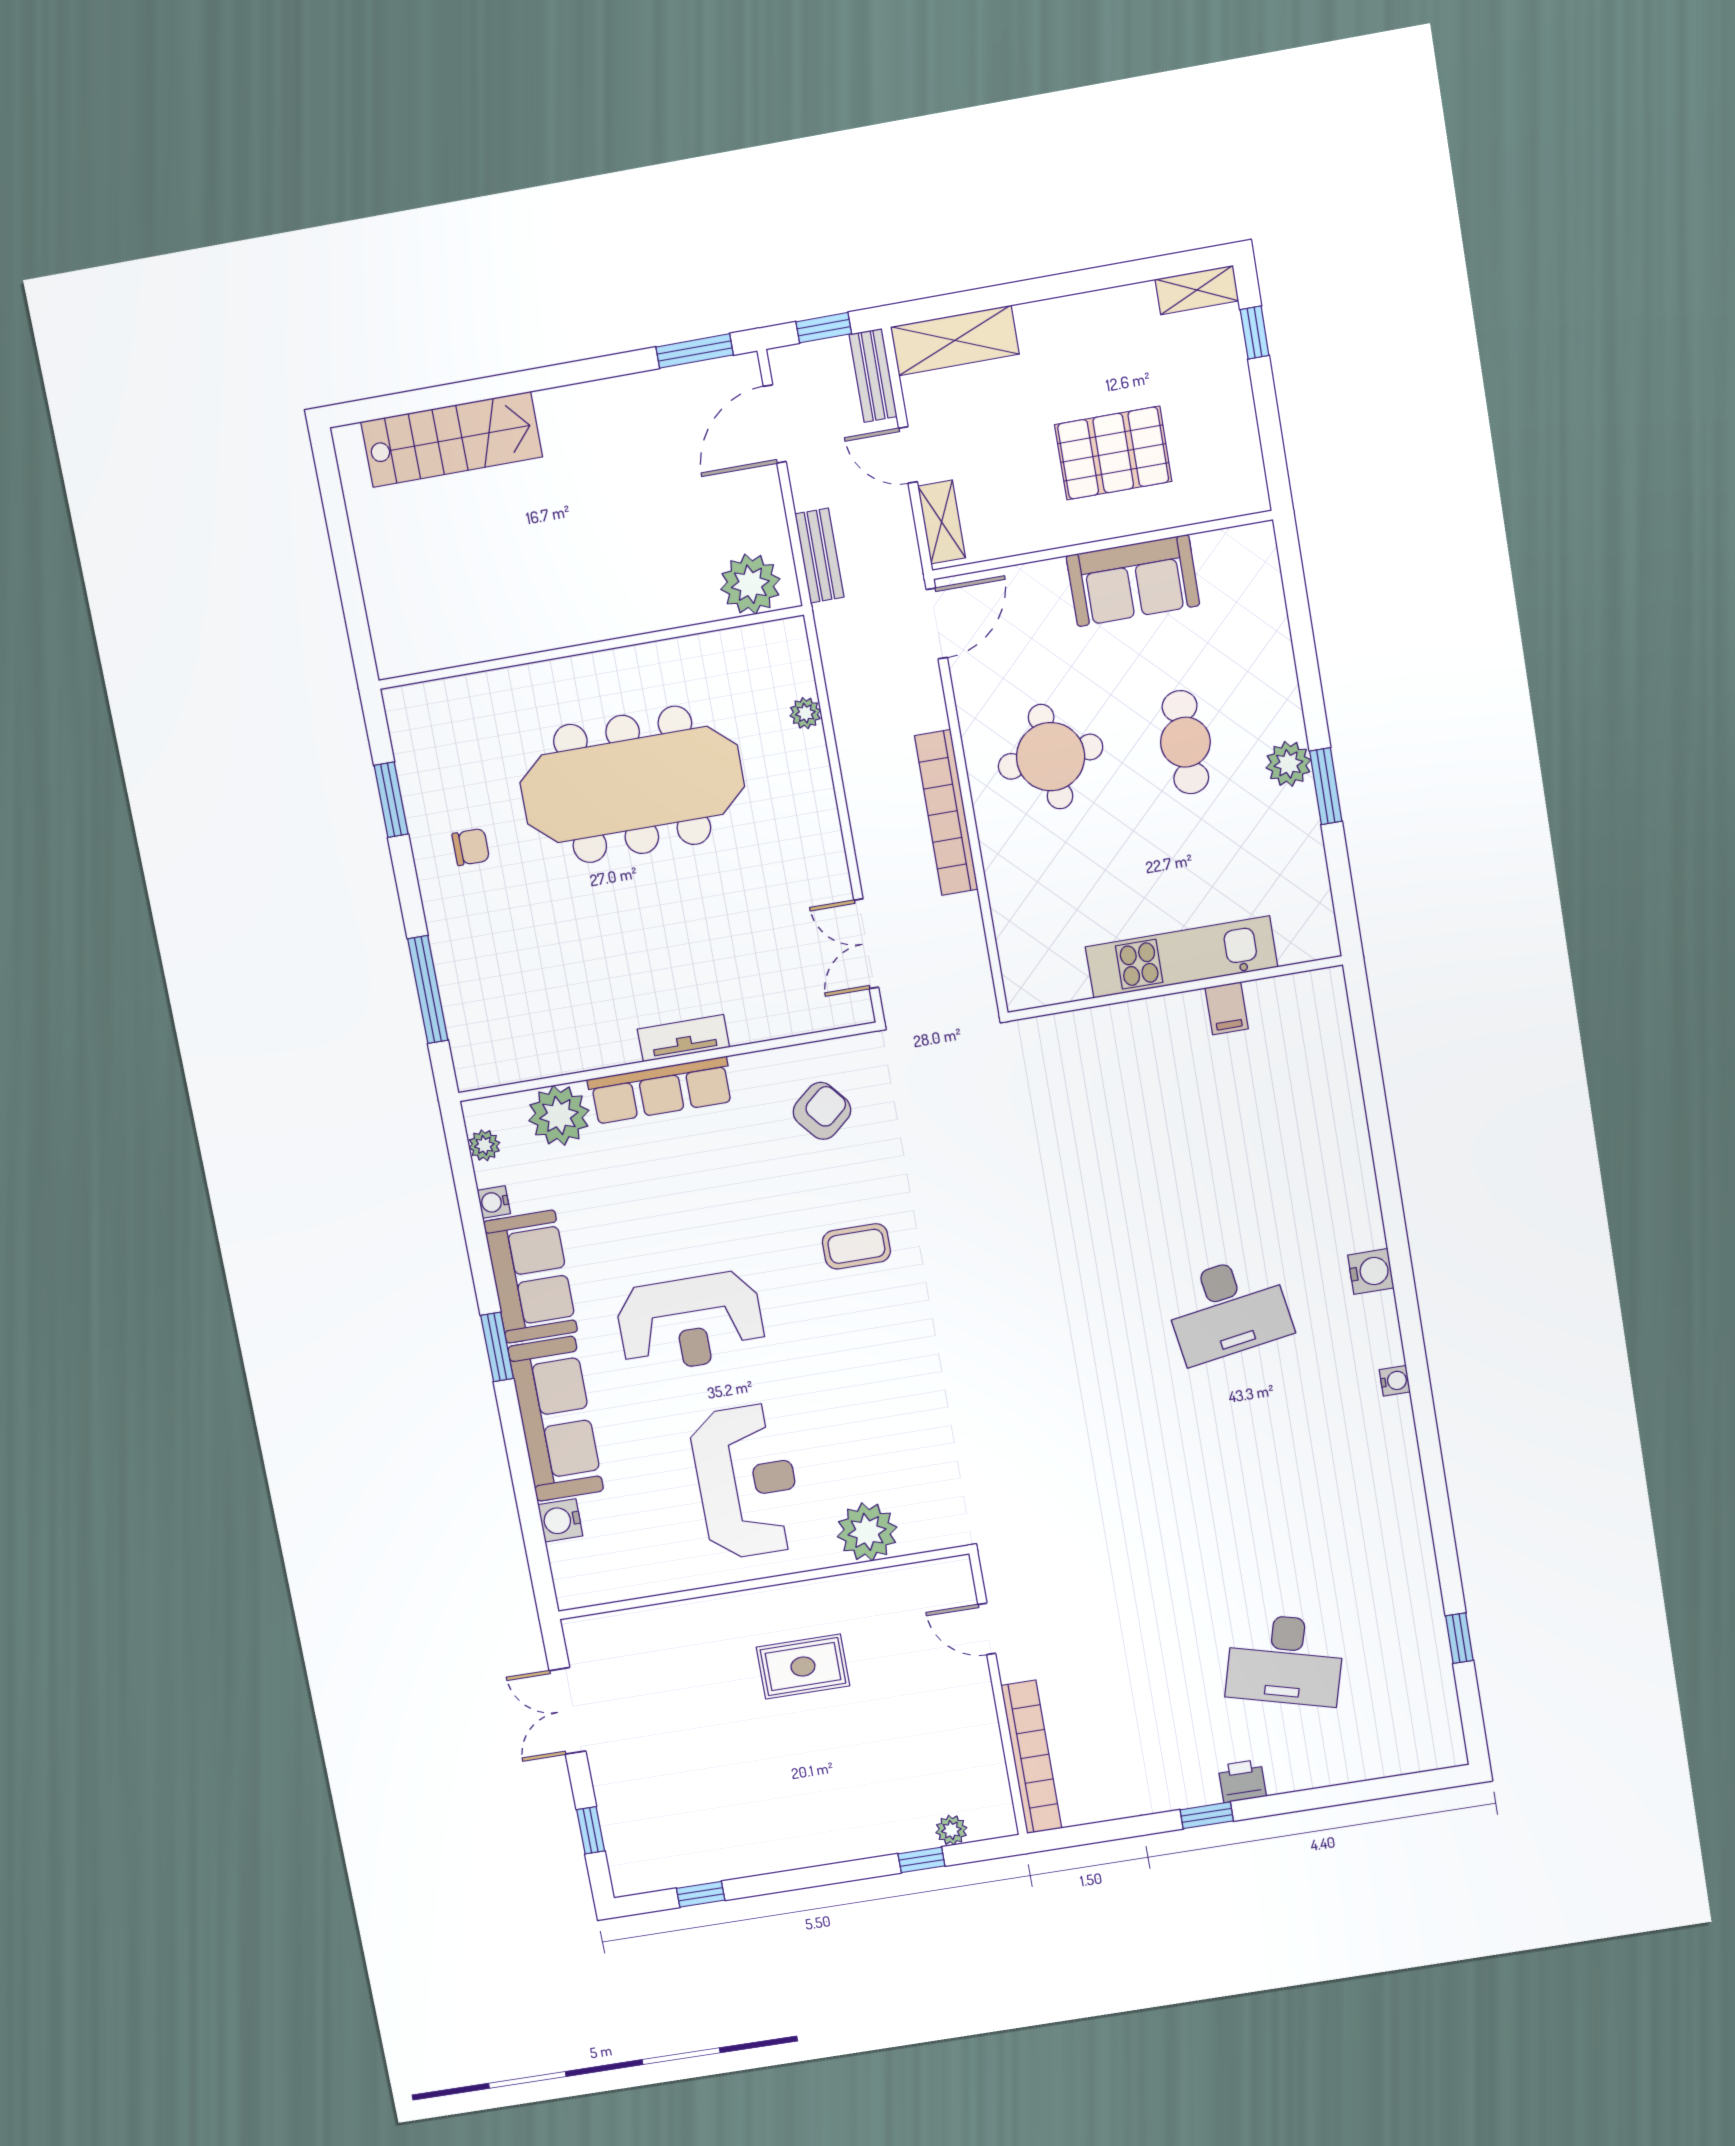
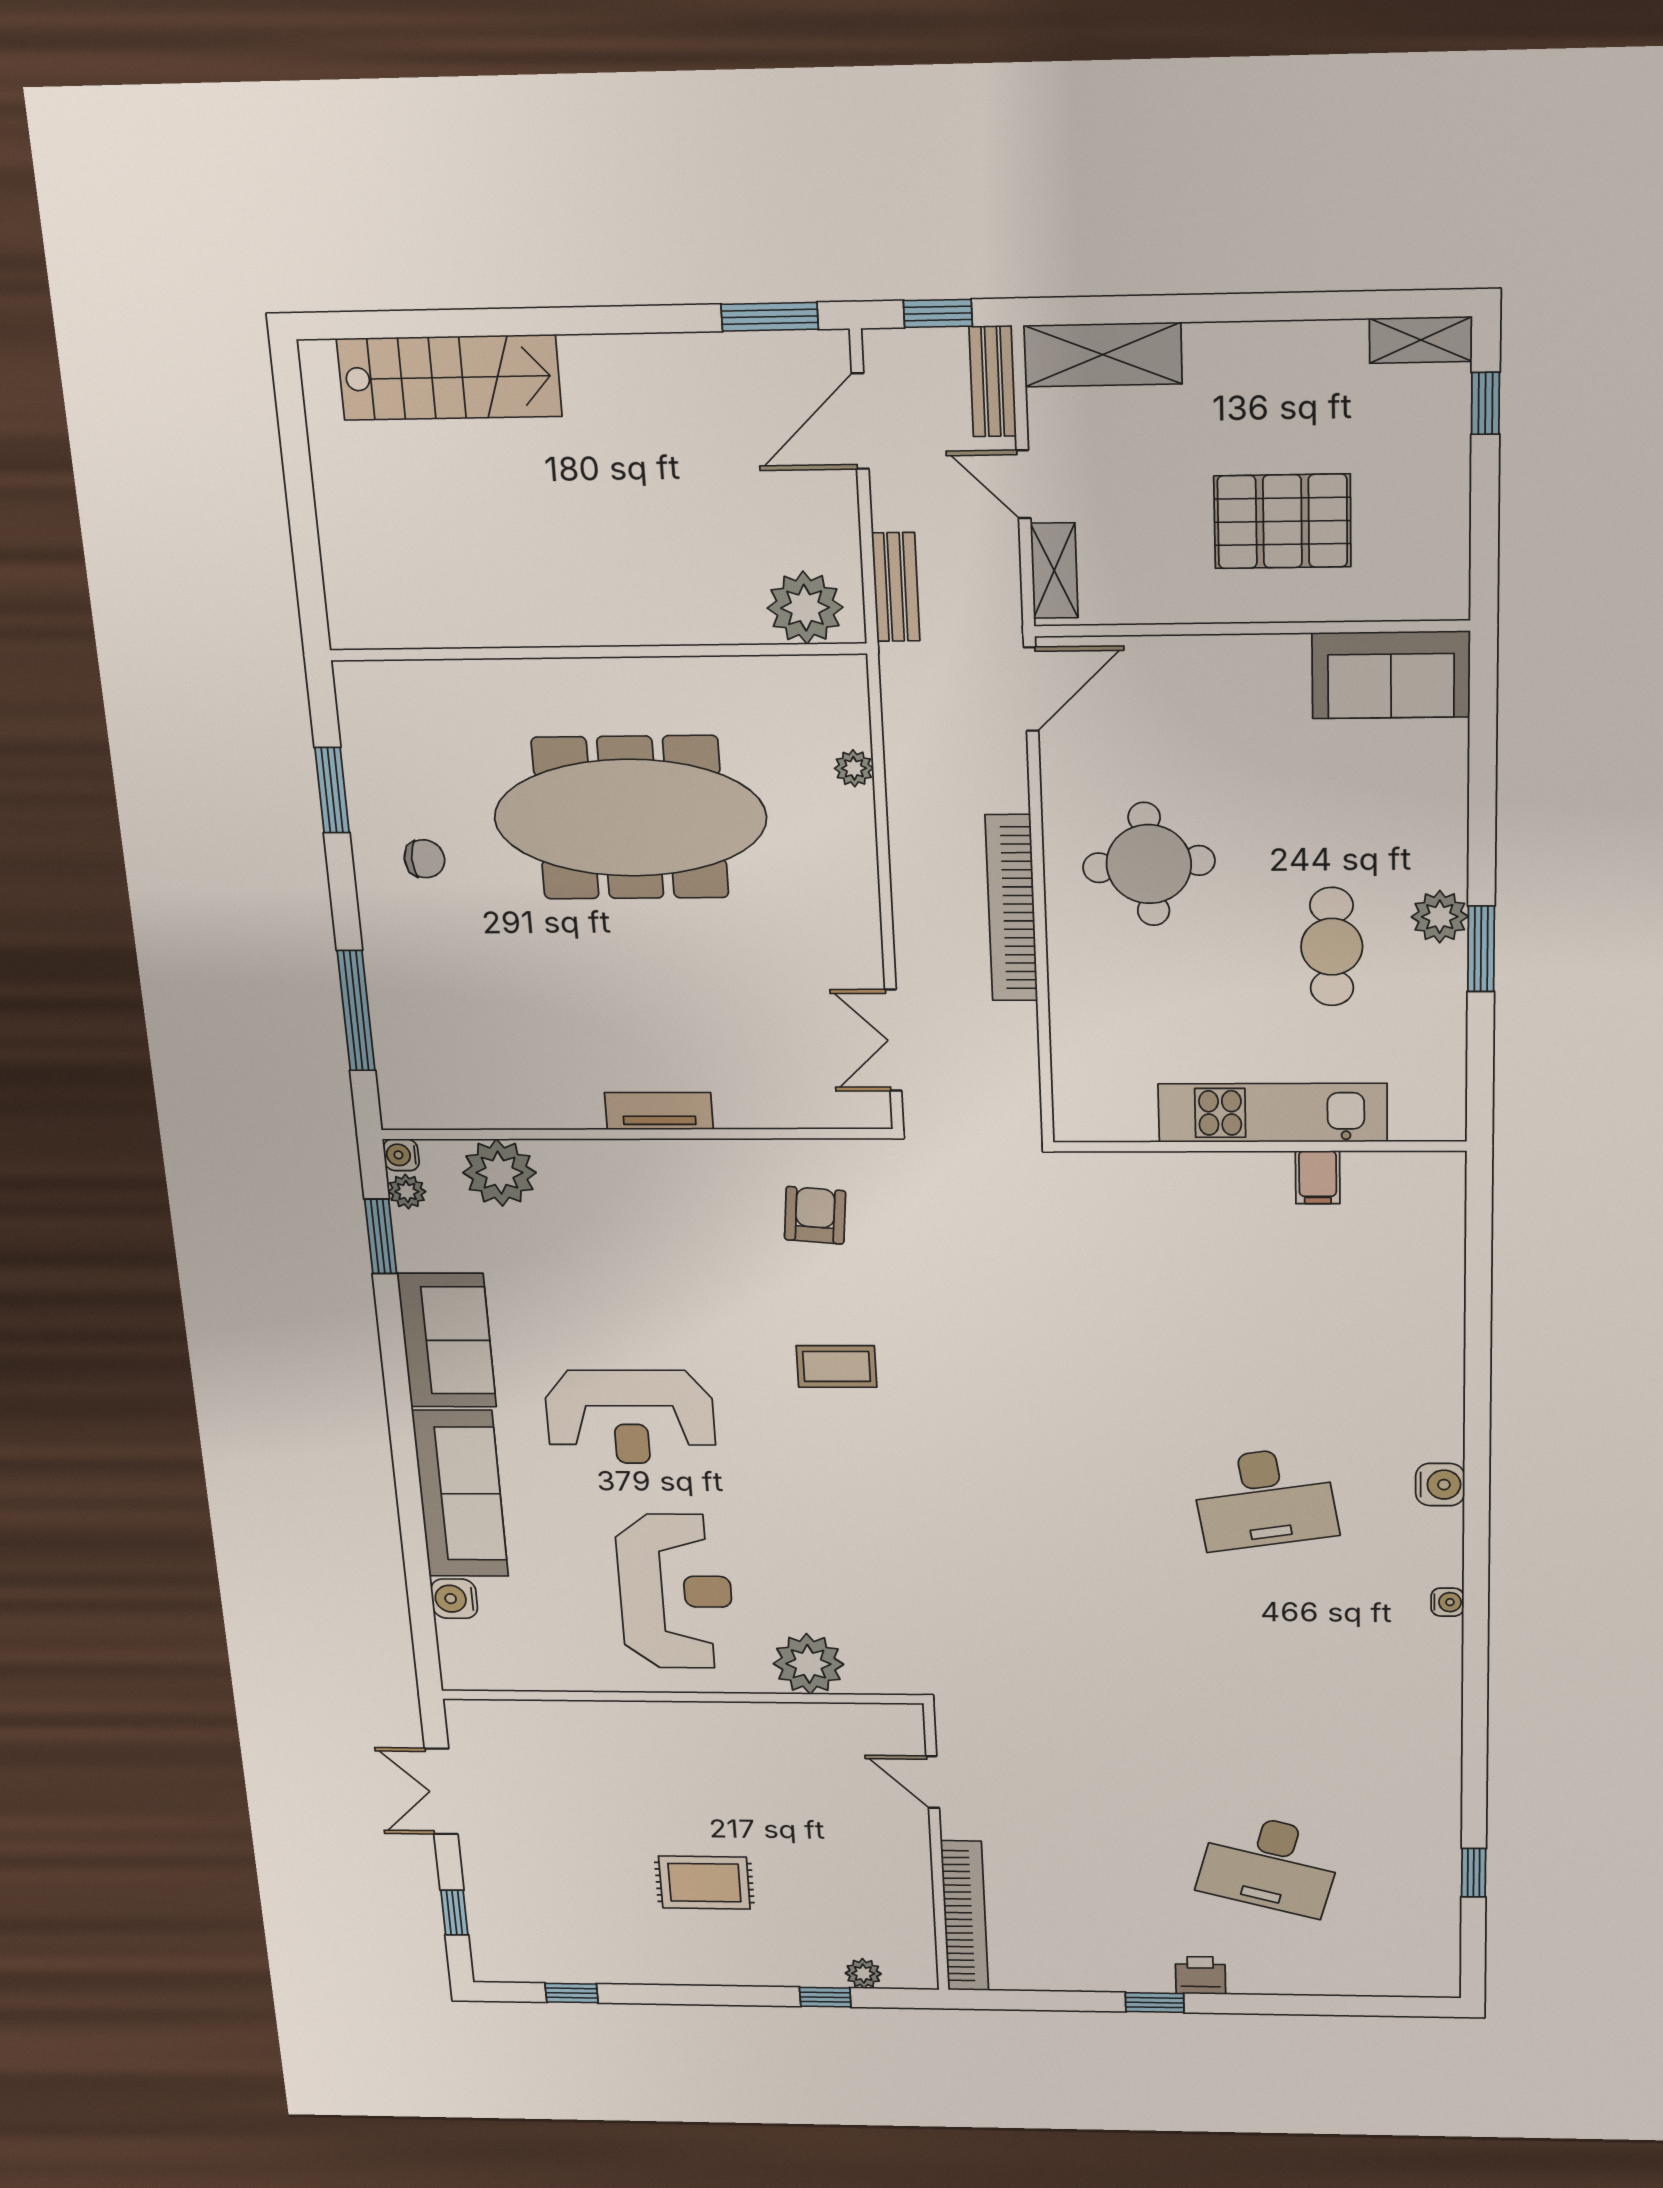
sofa: (1133, 581) -> (1391, 675), moved
cafe table: (1185, 742) -> (1332, 947), moved
row of seats: (661, 1090) -> (625, 1164), removed
armchair: (822, 1111) -> (815, 1215), turned -45
water cooler: (494, 1202) -> (401, 1155), moved
window: (497, 1347) -> (381, 1236), moved
rug: (803, 1667) -> (704, 1883), moved

